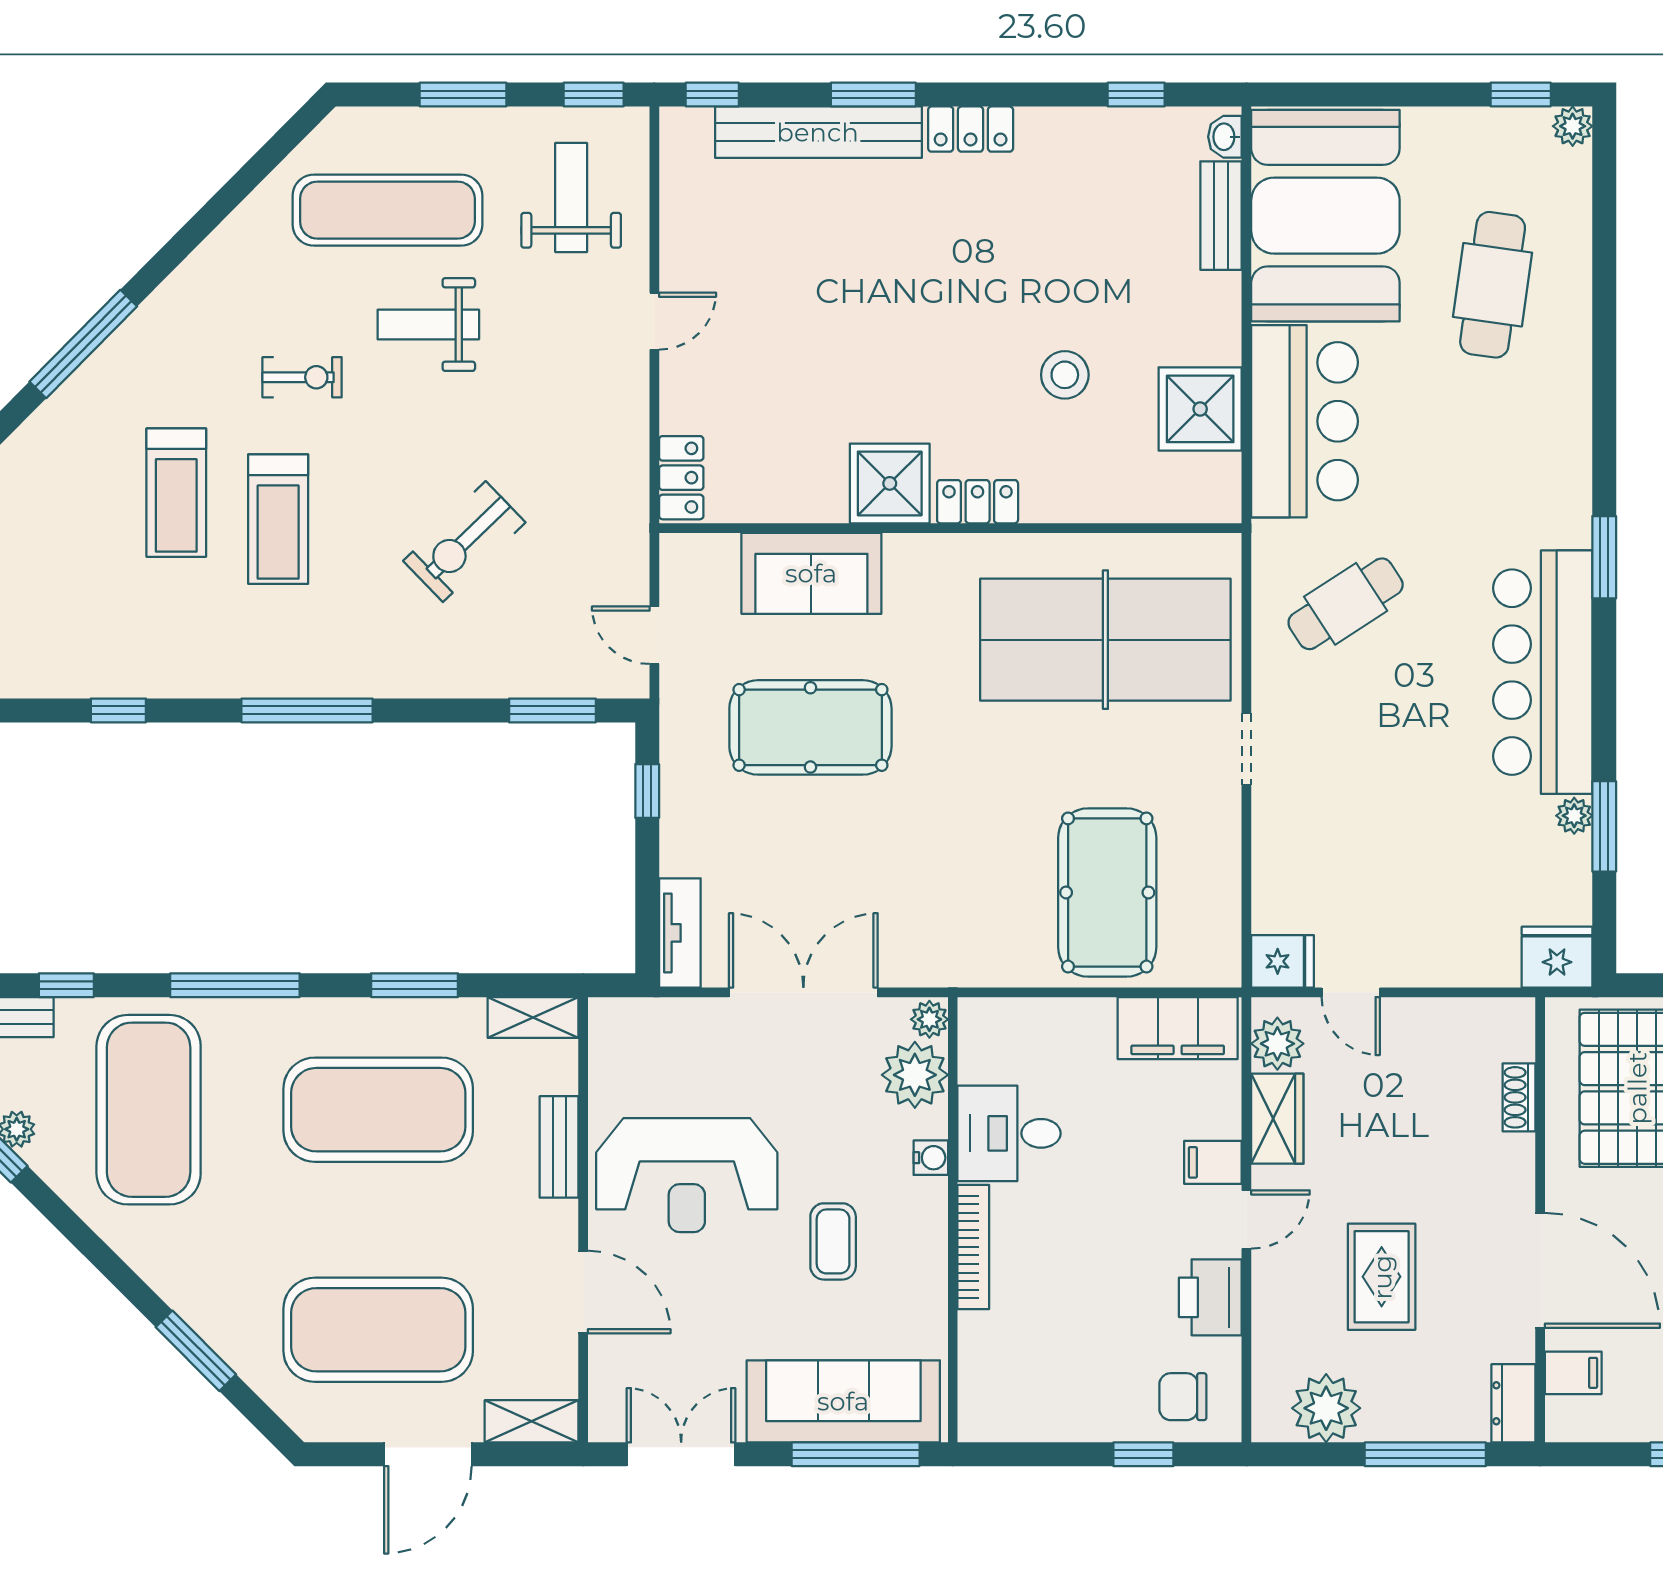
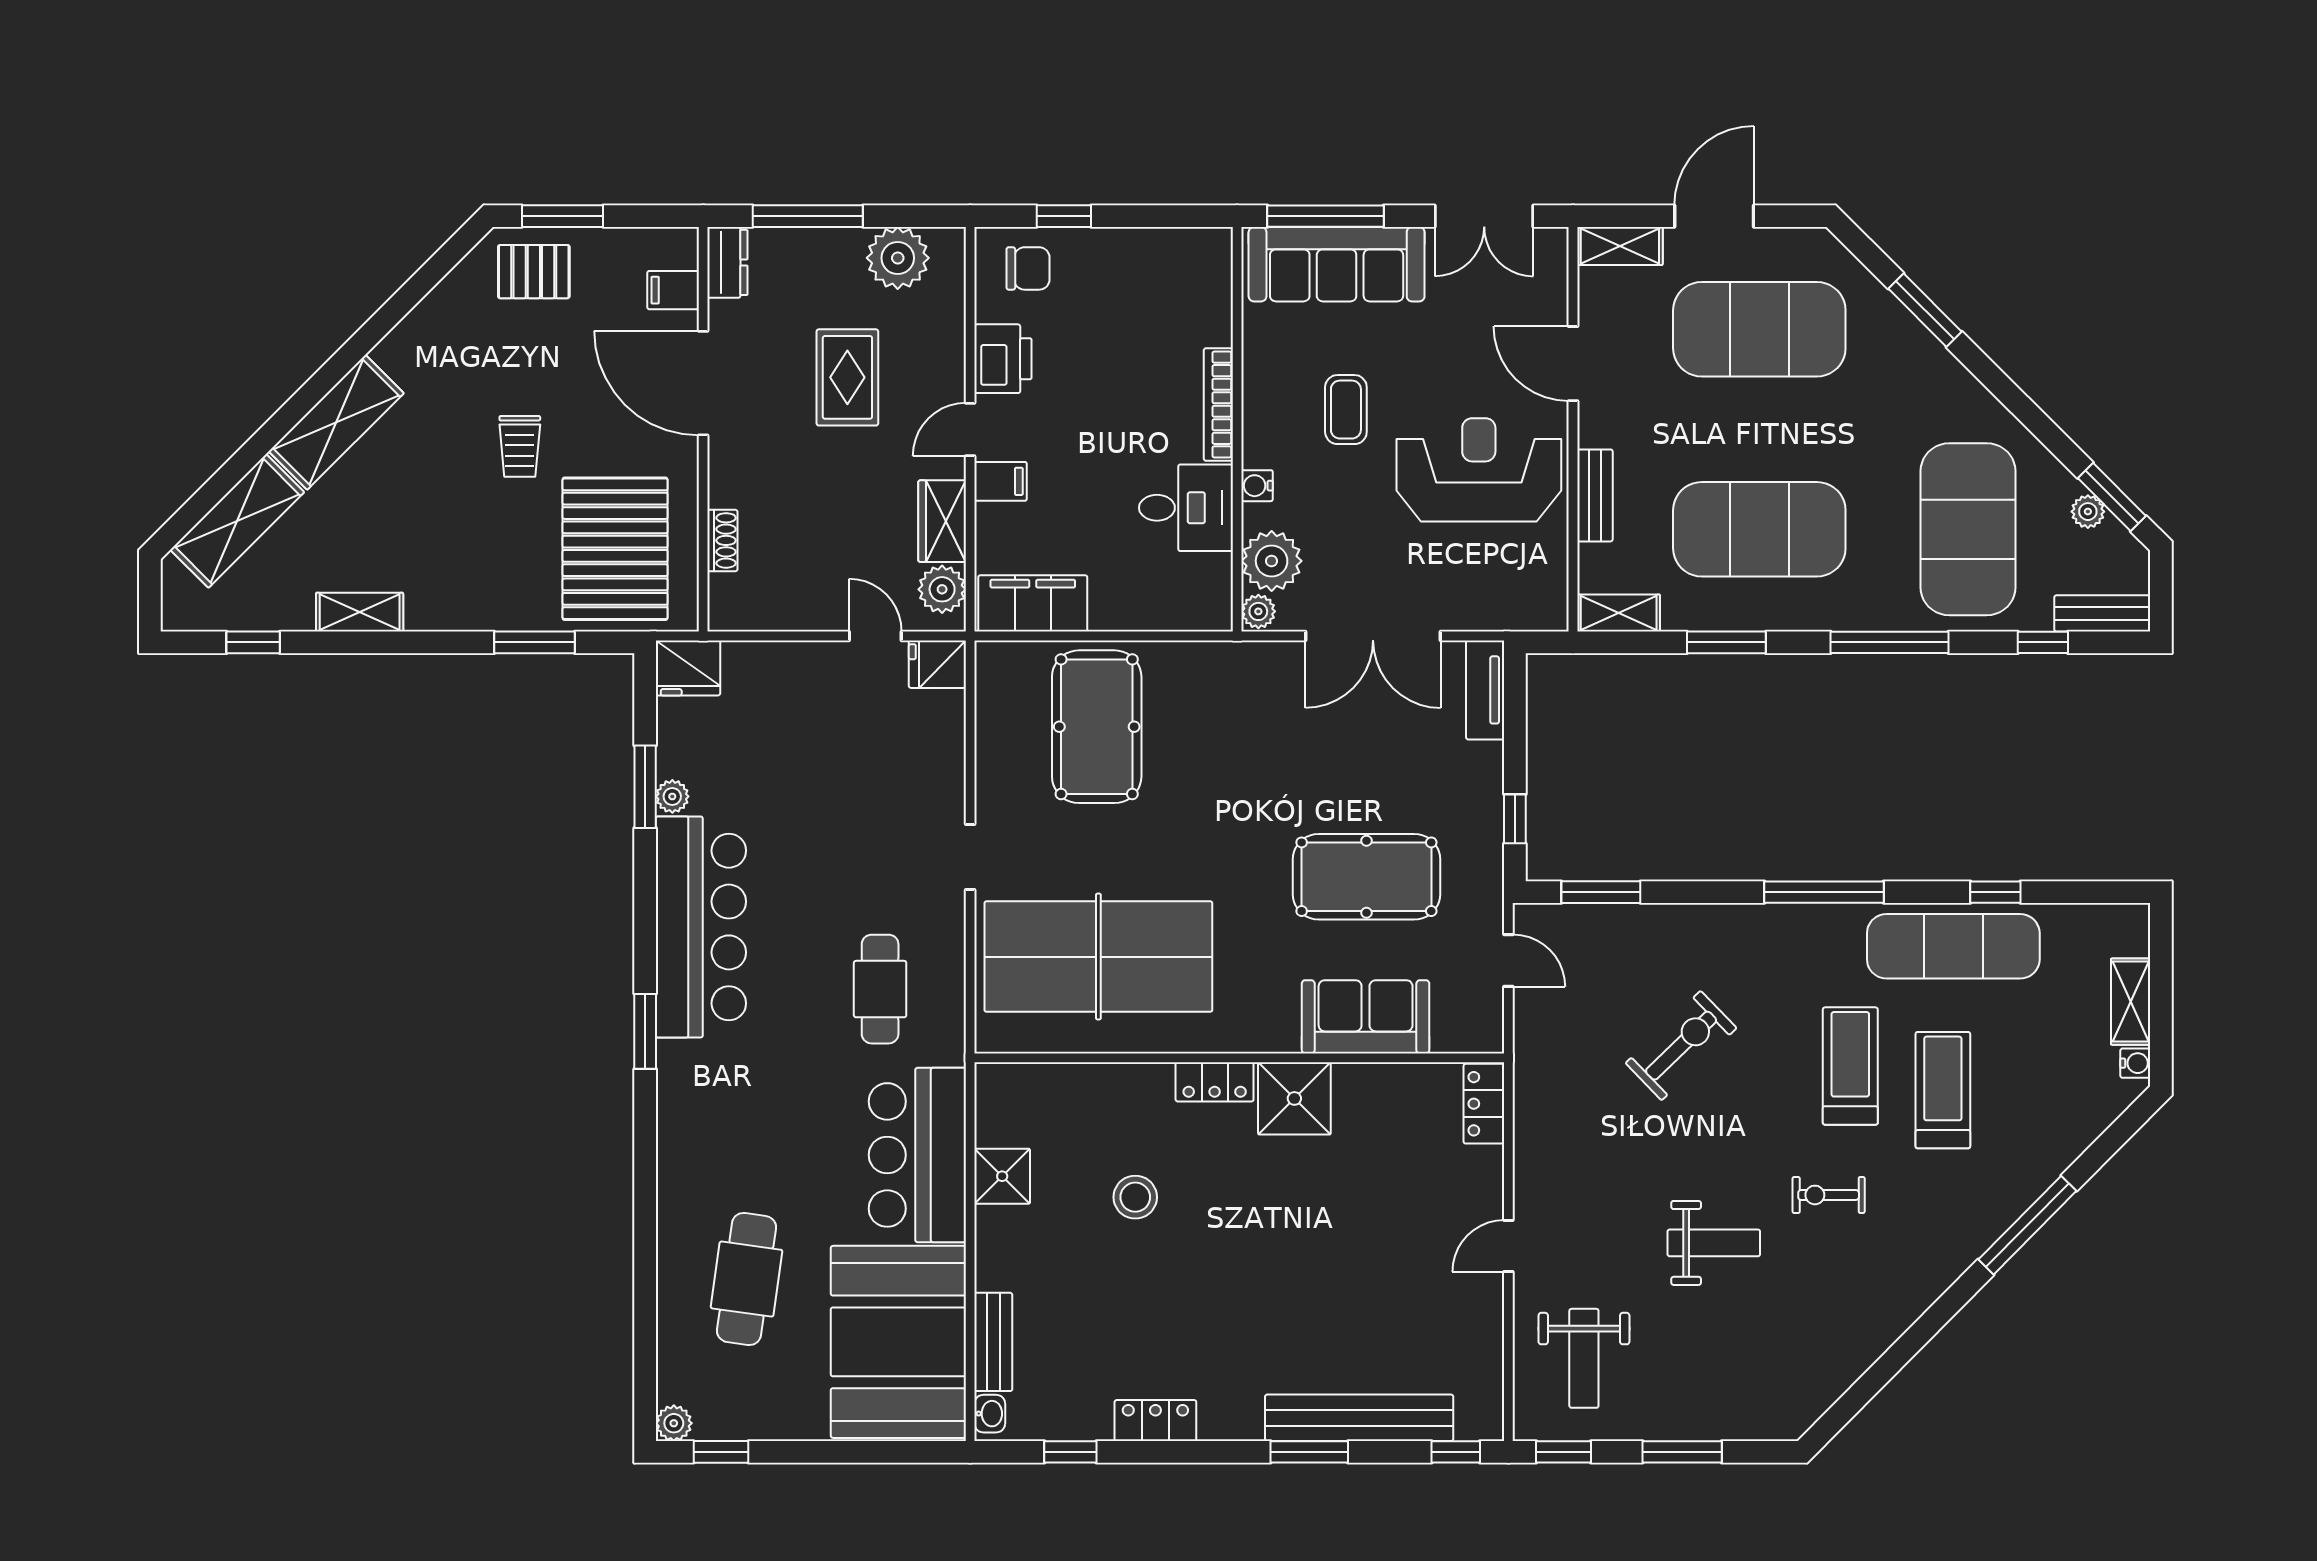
locker: (971, 129) -> (1155, 1421), moved
exercise mat: (387, 210) -> (1953, 946), moved
shower: (1200, 409) -> (1002, 1176), width x0.73, depth x0.73
cafe table: (1346, 604) -> (880, 989), turned -57

